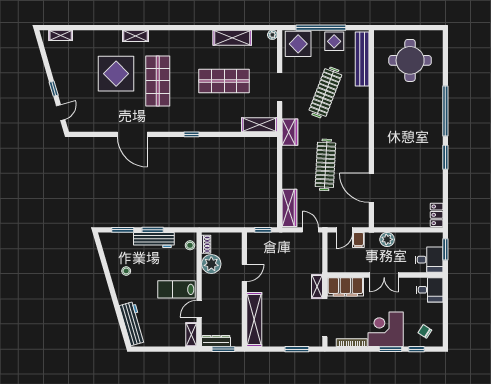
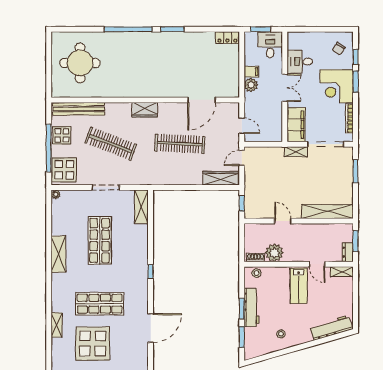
shelving: (232, 38) -> (58, 254), moved
wardrobe: (290, 132) -> (145, 110), moved, turned 180
filing cabinet: (358, 240) -> (251, 72), moved
desk: (430, 290) -> (300, 62), moved, turned -90
dresser: (216, 341) -> (348, 252), width x0.70

